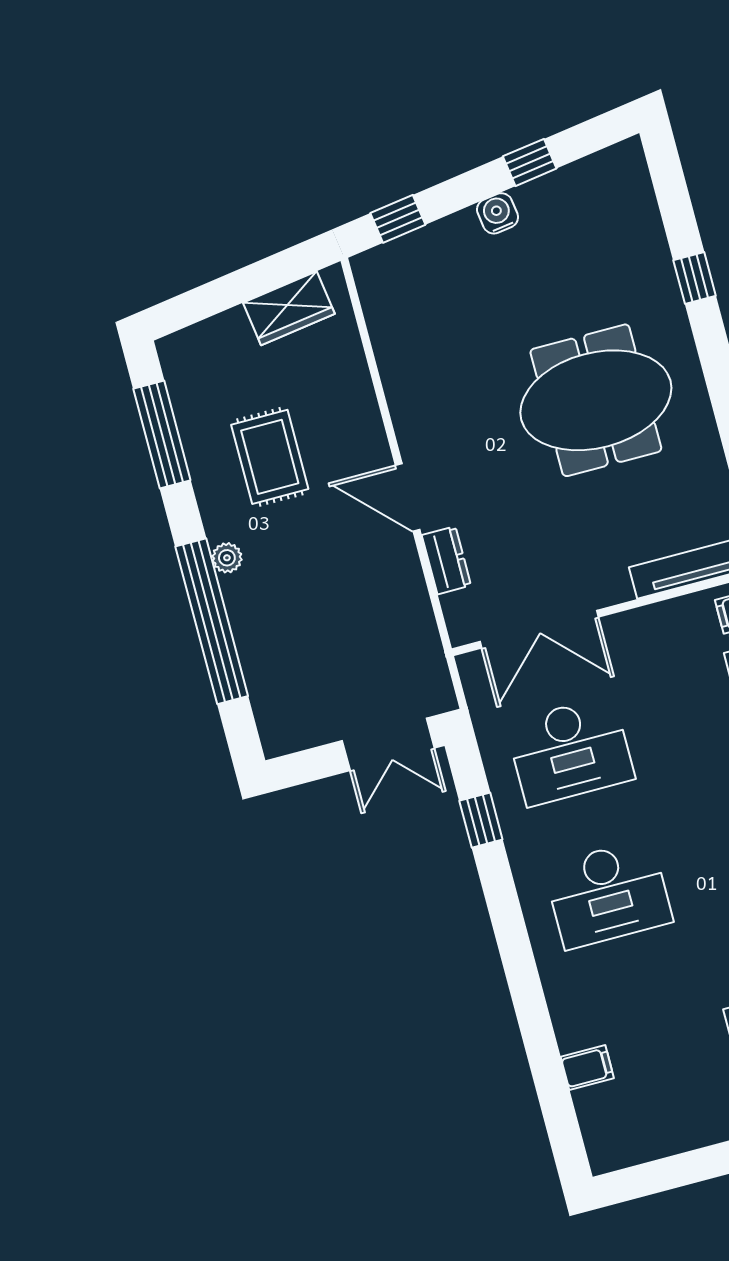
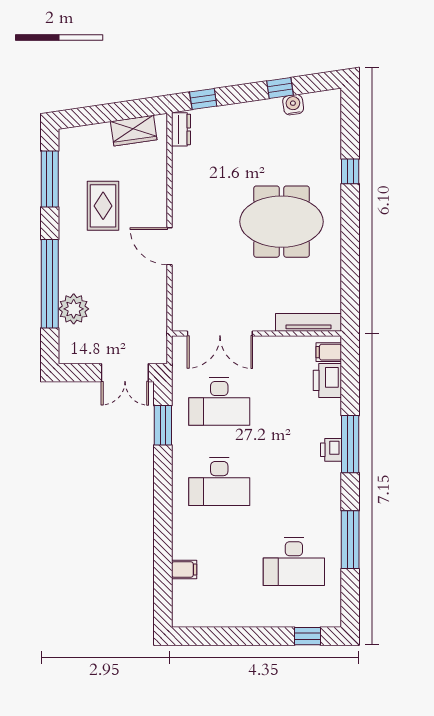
water cooler: (498, 213) -> (293, 105), moved
plant: (227, 558) -> (74, 309), moved, width x1.87, depth x1.87
dresser: (446, 560) -> (181, 129), moved
window: (481, 820) -> (163, 425), width x1.50

